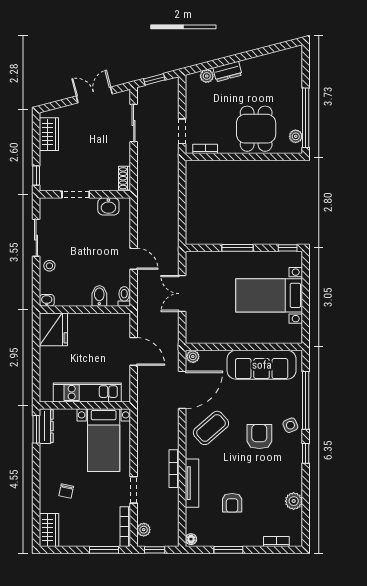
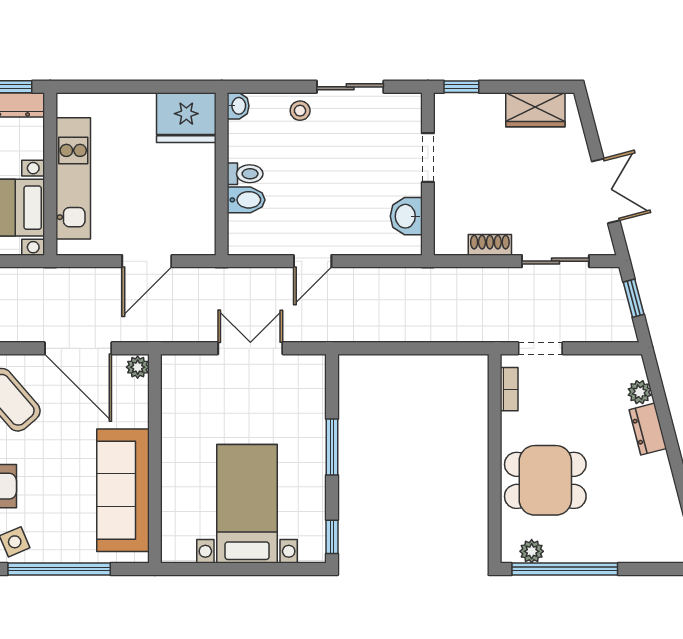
shoe rack: (124, 178) -> (490, 245), moved
toilet: (124, 296) -> (245, 174), moved

